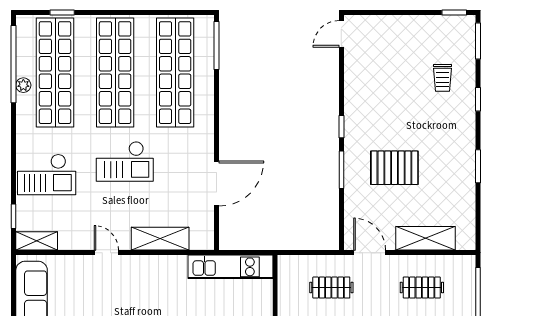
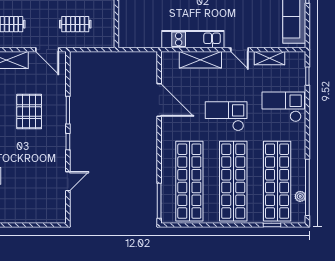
door: (341, 34) -> (68, 181), moved
plant: (23, 85) -> (300, 196), moved
pallet: (394, 168) -> (29, 112), turned 90
door: (217, 184) -> (159, 100), swing flipped
shelving: (37, 241) -> (270, 58), moved
kitchen unit: (230, 267) -> (193, 39), moved

